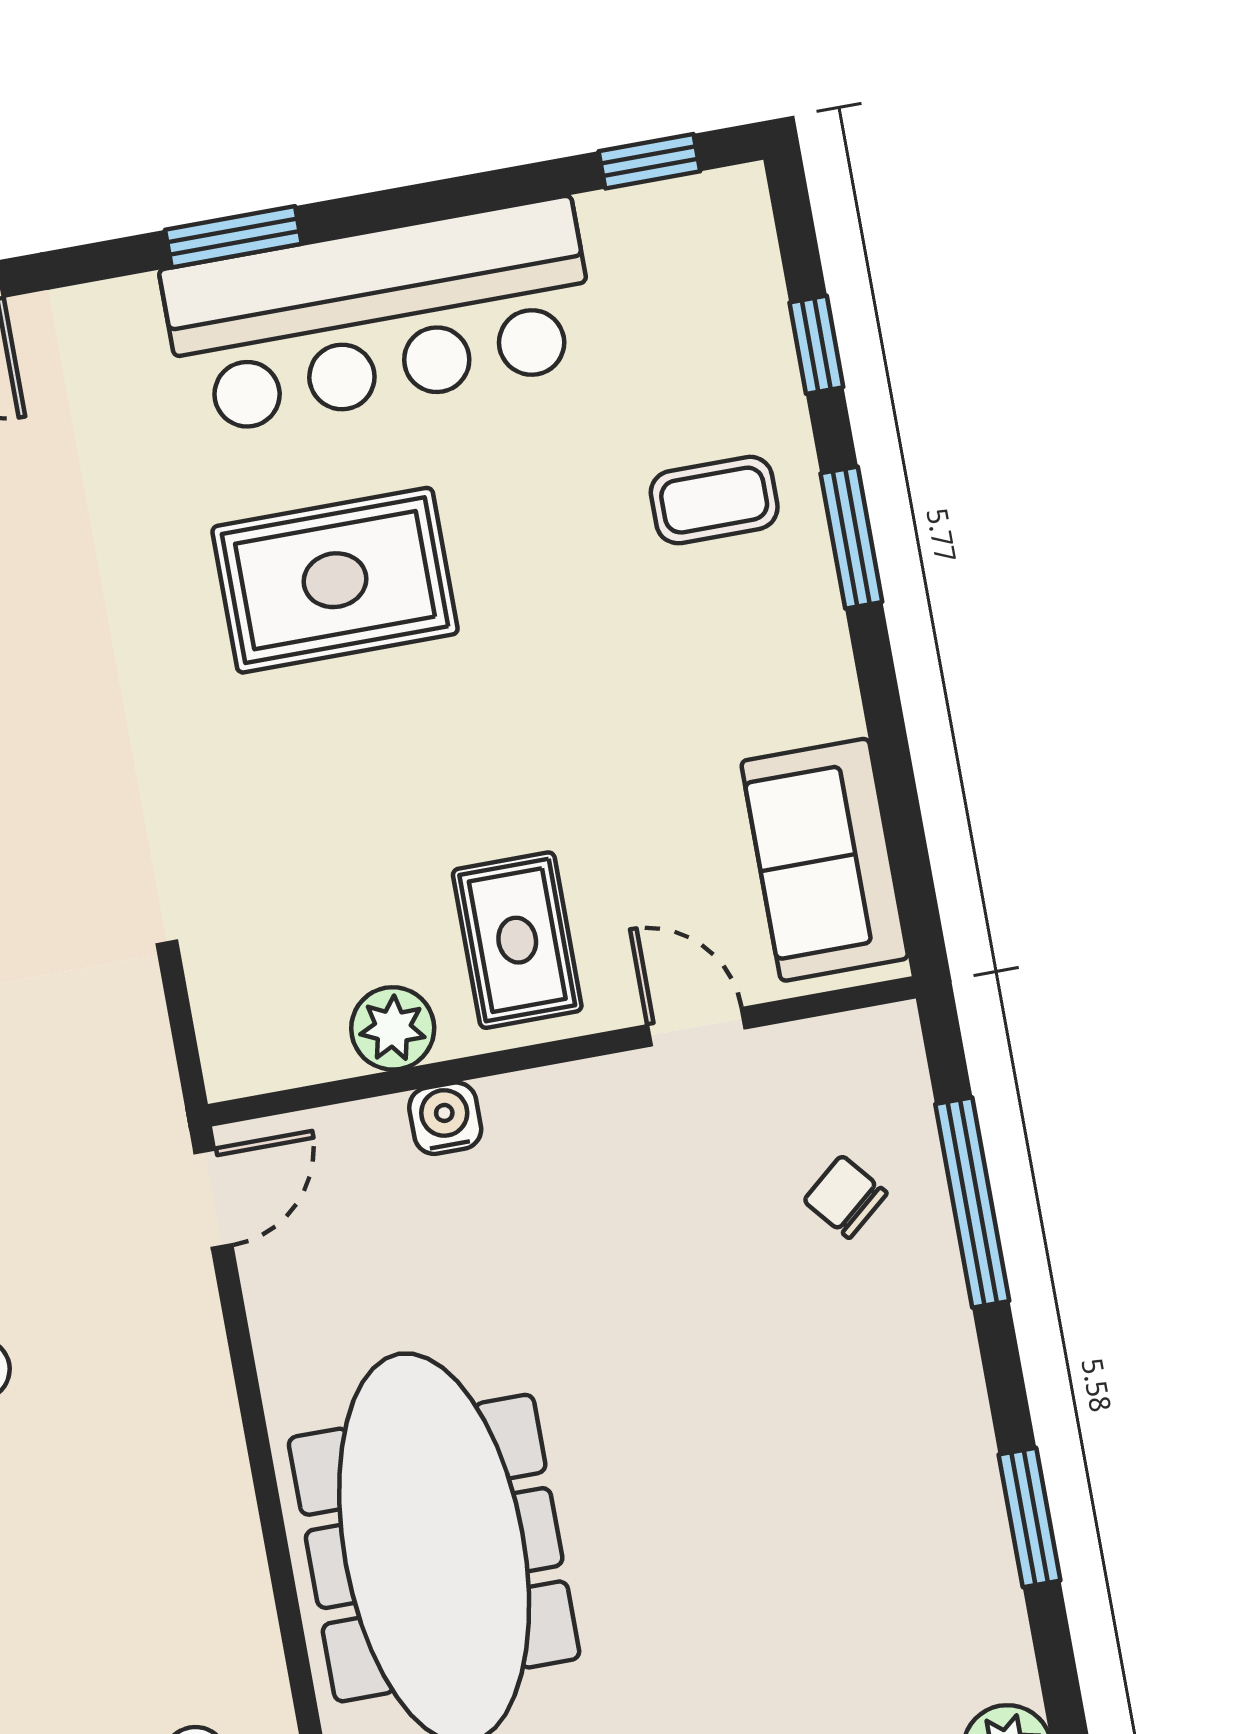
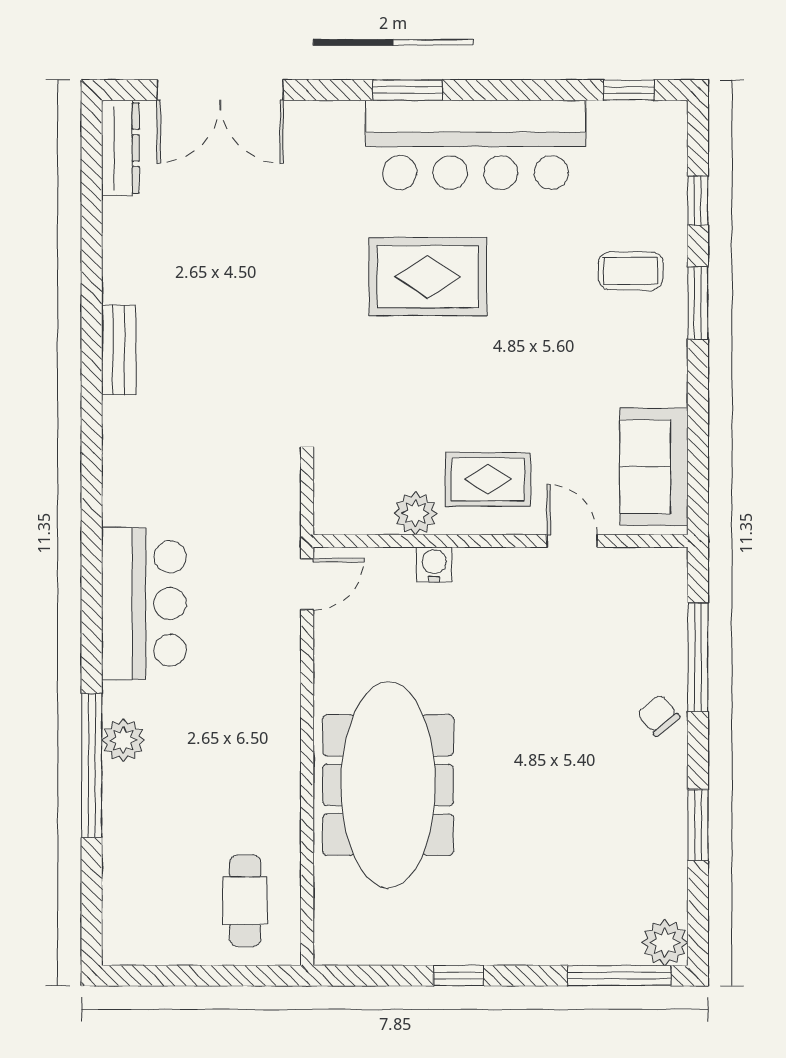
rug: (517, 940) -> (488, 479), turned 90
chair: (845, 1197) -> (659, 715), moved

